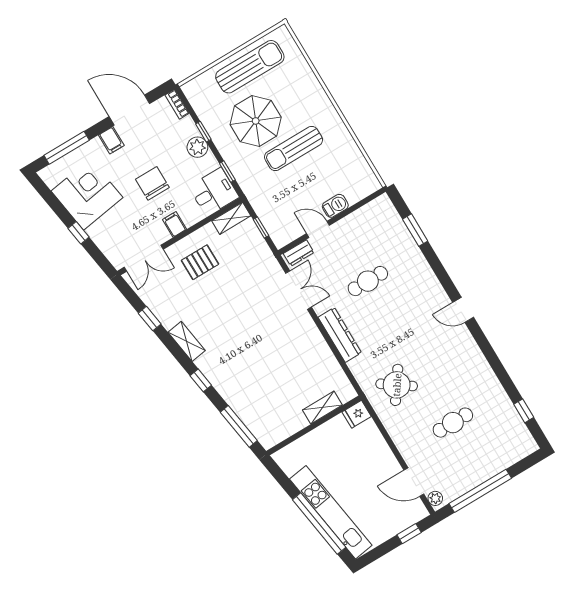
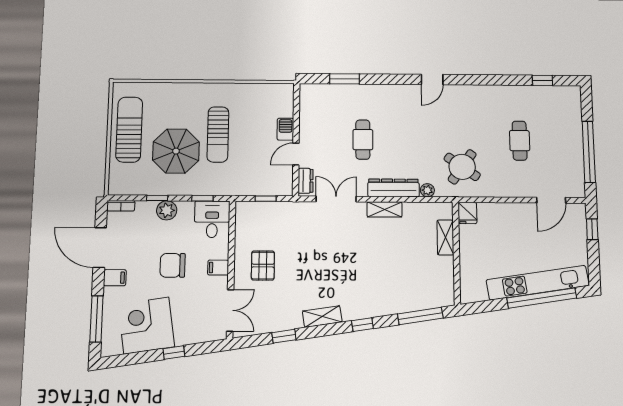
door: (129, 110) -> (100, 248), hinge flipped
shelving: (231, 218) -> (385, 209), moved, turned 90
plant: (435, 498) -> (427, 190), moved

